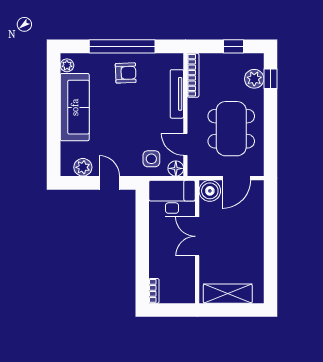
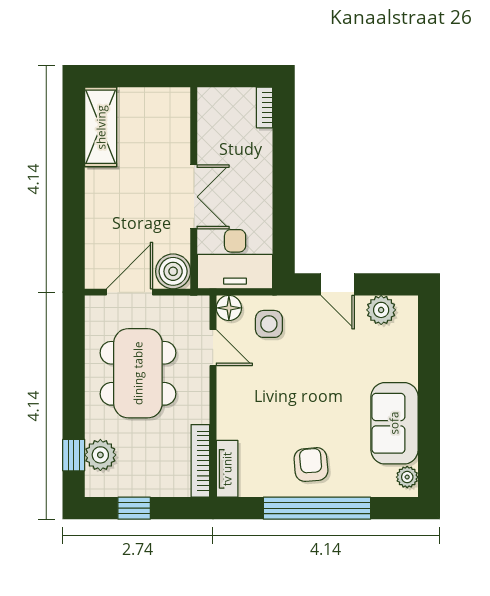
armchair: (126, 73) -> (311, 465), turned 87
tv unit: (177, 94) -> (227, 469), moved, width x0.71
sofa: (75, 107) -> (394, 423), width x0.73
shelving: (228, 294) -> (101, 127), moved, turned 90

